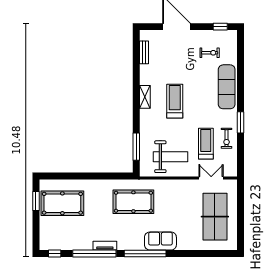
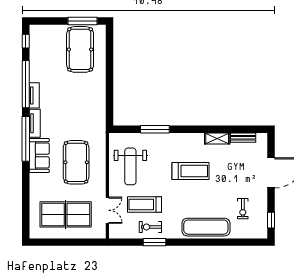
shelving: (145, 97) -> (217, 139), moved
window: (241, 122) -> (154, 242), moved
treadmill: (206, 144) -> (145, 204), turned 180
window: (136, 147) -> (155, 129), moved
window: (36, 201) -> (83, 21), width x1.44
pool table: (133, 202) -> (76, 162), moved
tv unit: (131, 245) -> (35, 123), added

